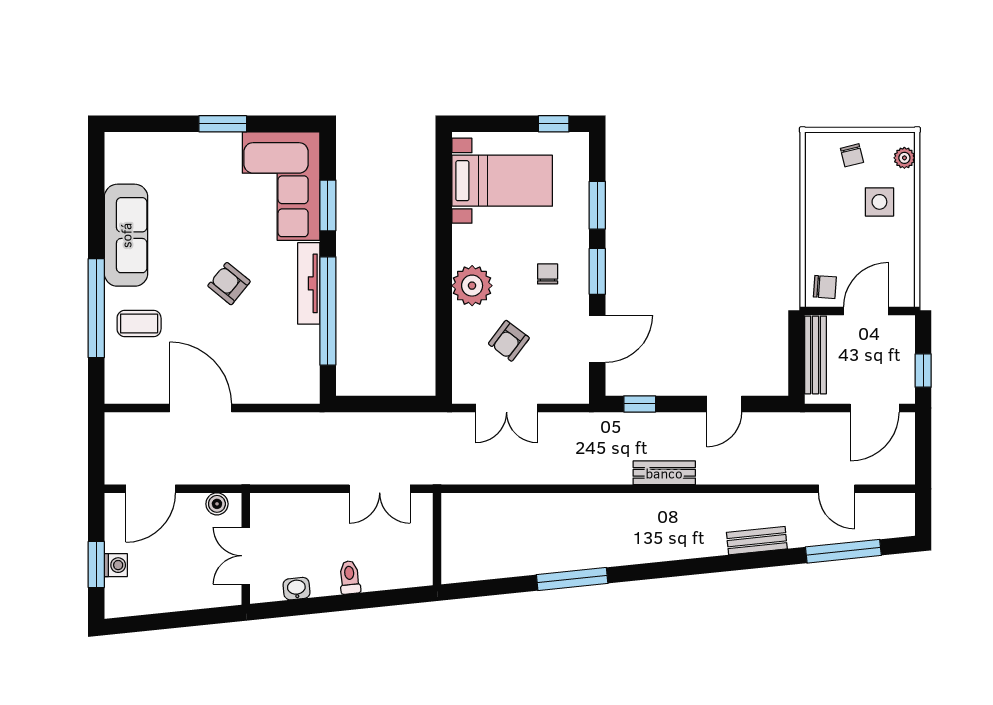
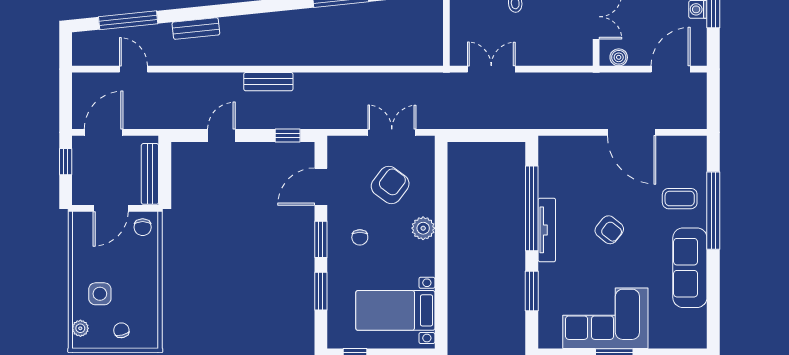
corner sofa: (281, 186) -> (605, 318), moved, turned -90
plant: (472, 286) -> (423, 228), width x0.73, depth x0.73
chair: (825, 287) -> (143, 227), turned -94
armchair: (509, 341) -> (390, 185), width x1.38, depth x1.38

